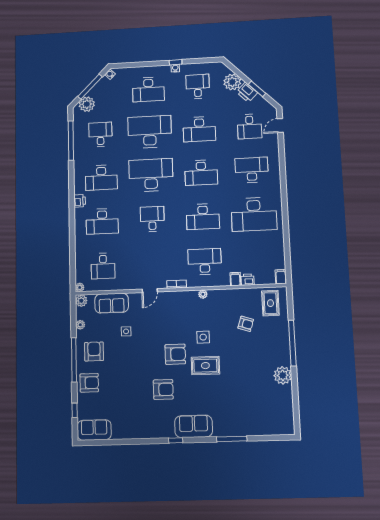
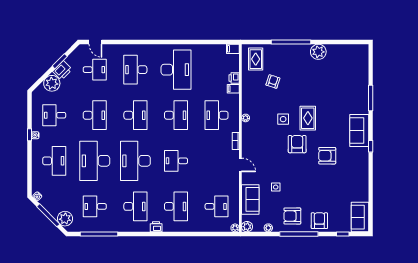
rug: (270, 303) -> (256, 59), turned 90
armchair: (163, 389) -> (327, 156), turned -90

